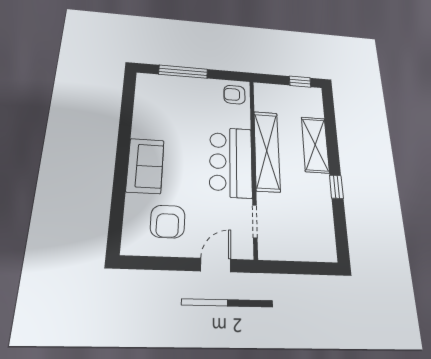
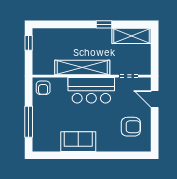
shelving: (315, 145) -> (132, 36), moved
sofa: (145, 166) -> (78, 142), moved

